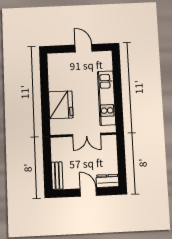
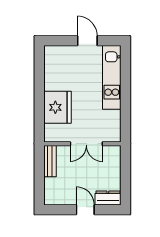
kitchen unit: (107, 98) -> (112, 77), moved
bench: (57, 176) -> (50, 161), moved

